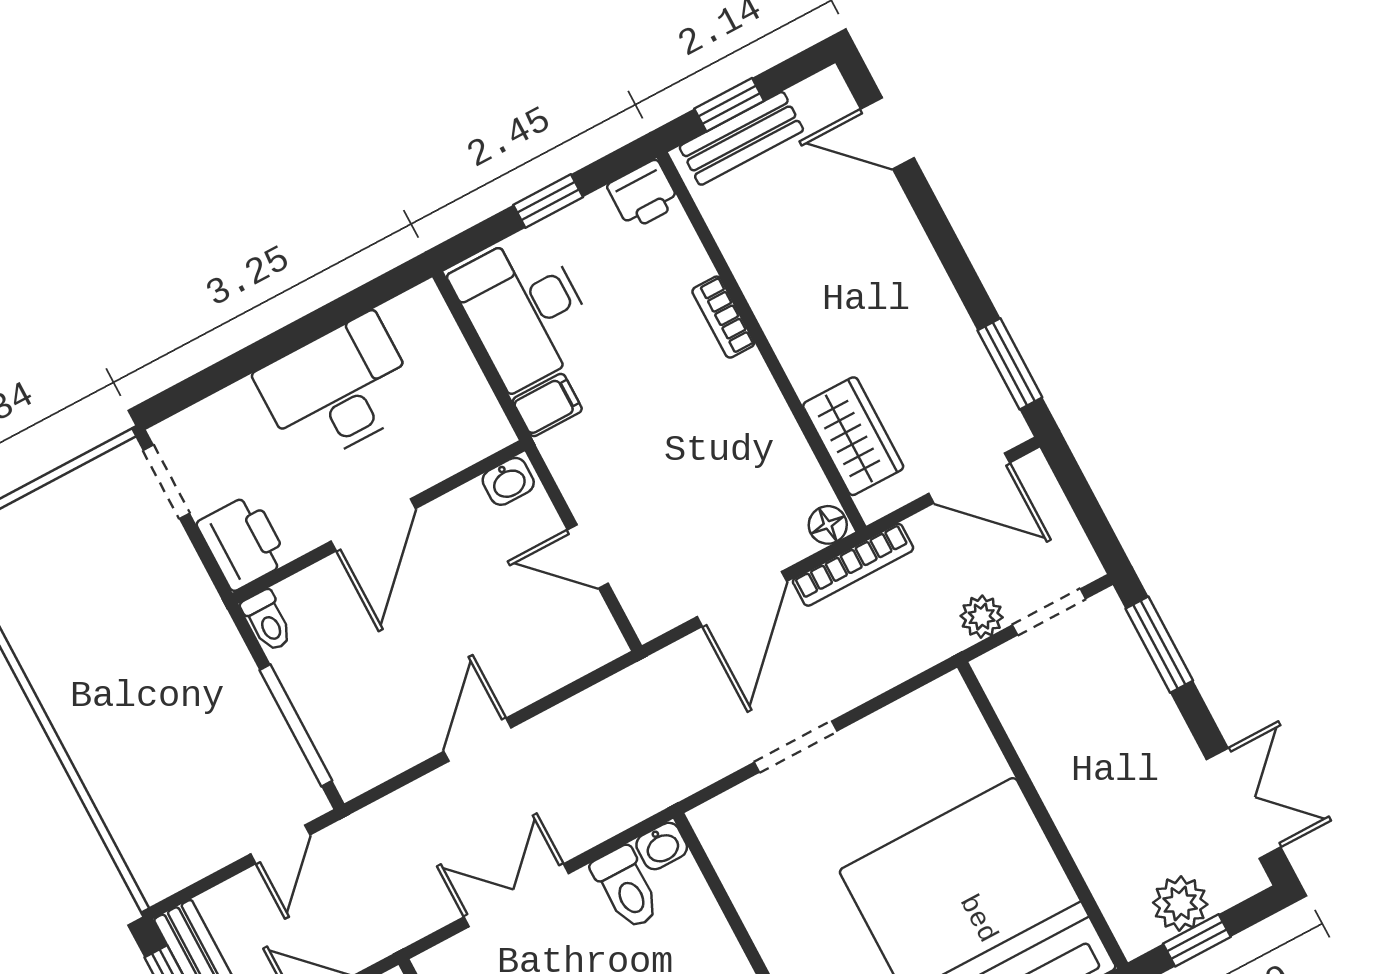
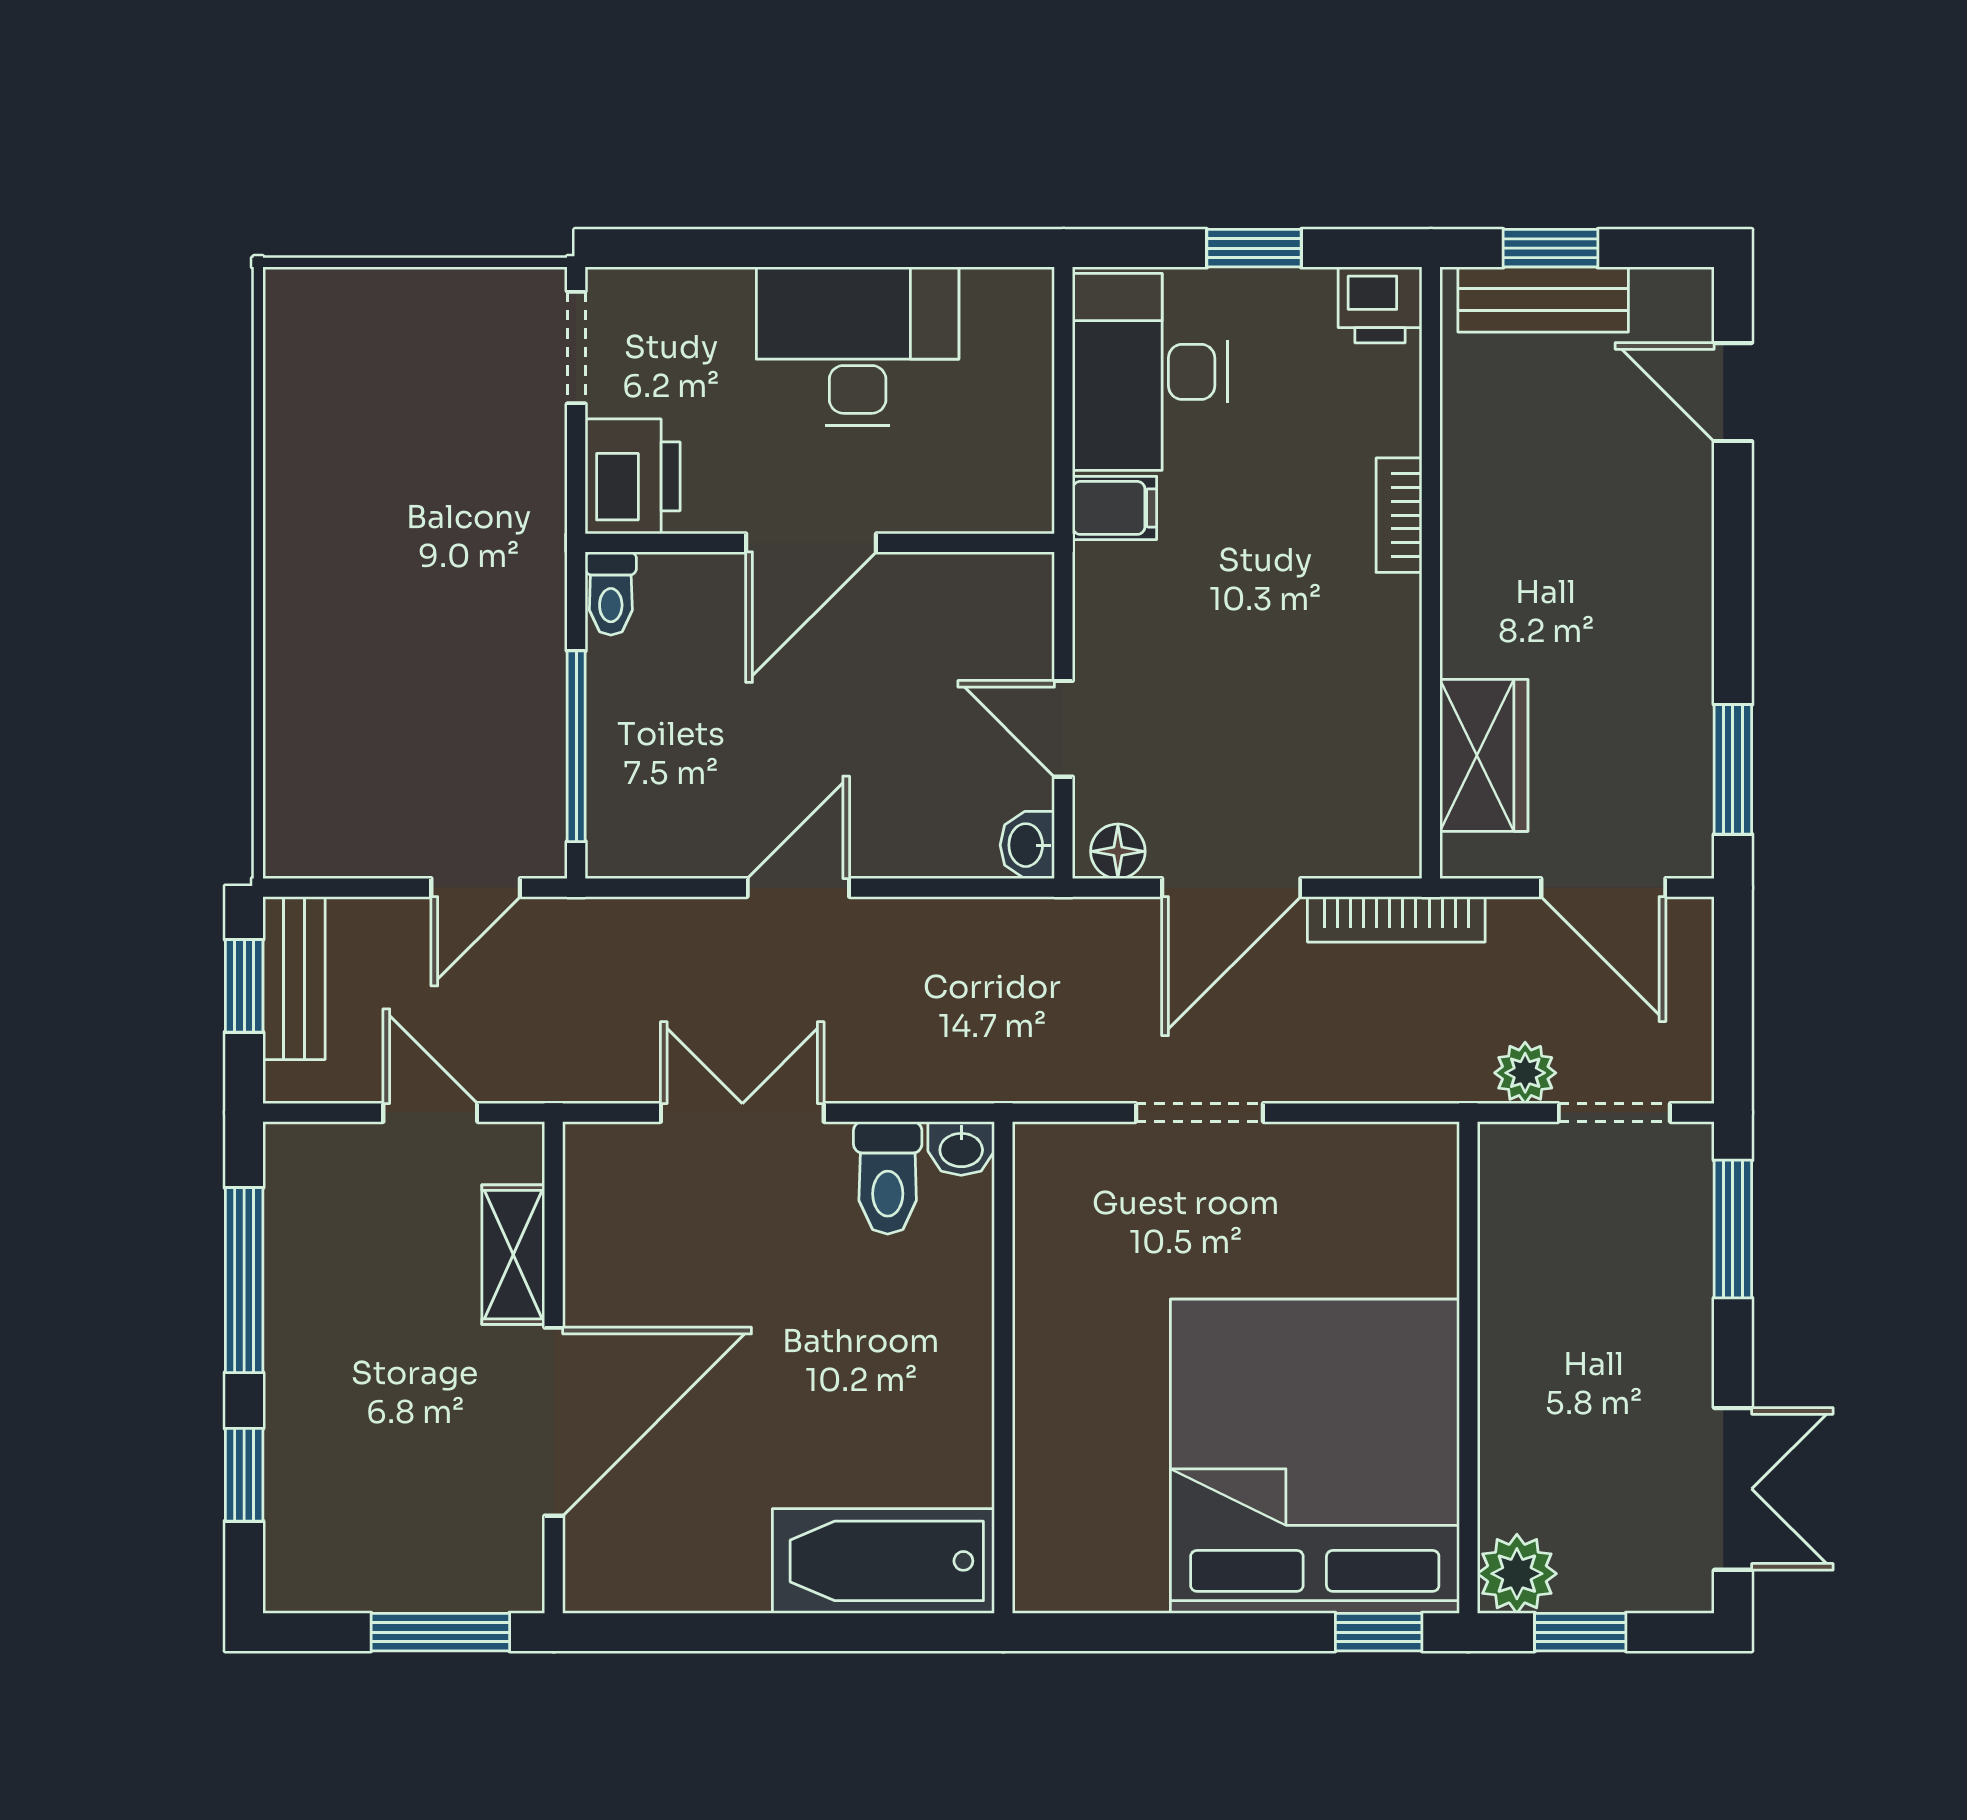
washbasin: (508, 481) -> (1027, 845), moved, turned 90
floor lamp: (828, 525) -> (1118, 851), moved
plant: (1180, 903) -> (1517, 1574), moved

